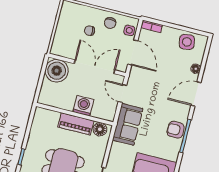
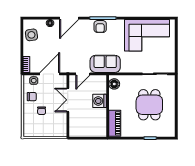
double door: (95, 67) -> (68, 100), width x0.73
boiler: (57, 71) -> (78, 128), removed
door: (196, 94) -> (69, 18), hinge flipped
piano: (76, 124) -> (115, 123), moved

